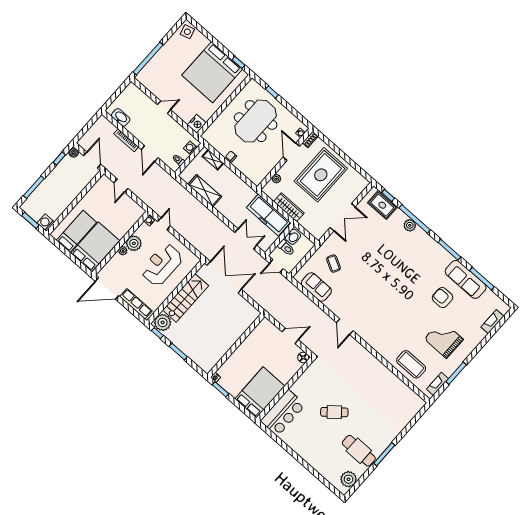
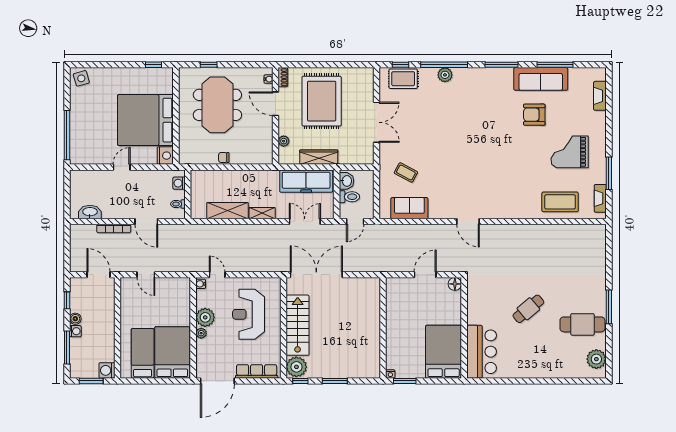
bed: (212, 72) -> (145, 120), moved, turned 90
boiler: (74, 153) -> (75, 319), moved
shelving: (213, 160) -> (262, 213), moved
washing machine: (48, 182) -> (75, 331), added

